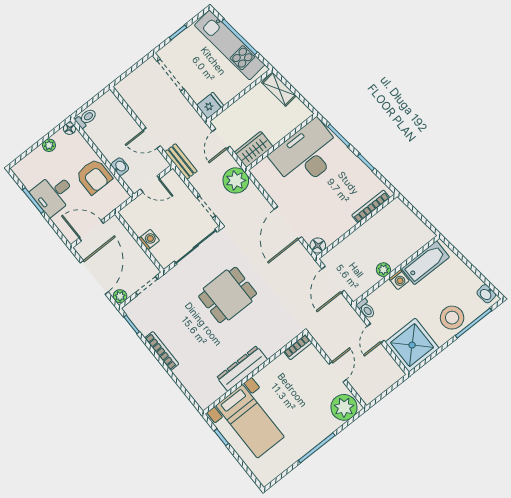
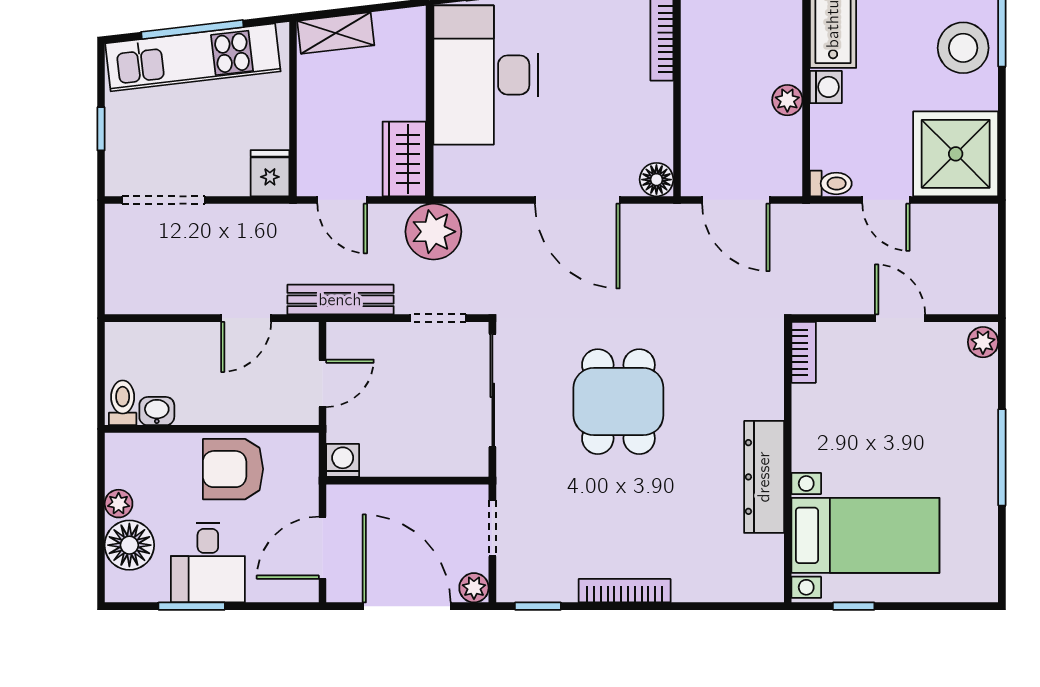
floor lamp: (69, 129) -> (129, 545), moved, width x1.89, depth x1.89
bench: (181, 162) -> (340, 300), width x1.36
washbasin: (120, 167) -> (157, 411), moved
armchair: (94, 176) -> (233, 469), turned 180
washing machine: (149, 239) -> (343, 460), moved
plant: (344, 407) -> (983, 342), width x0.53, depth x0.53

